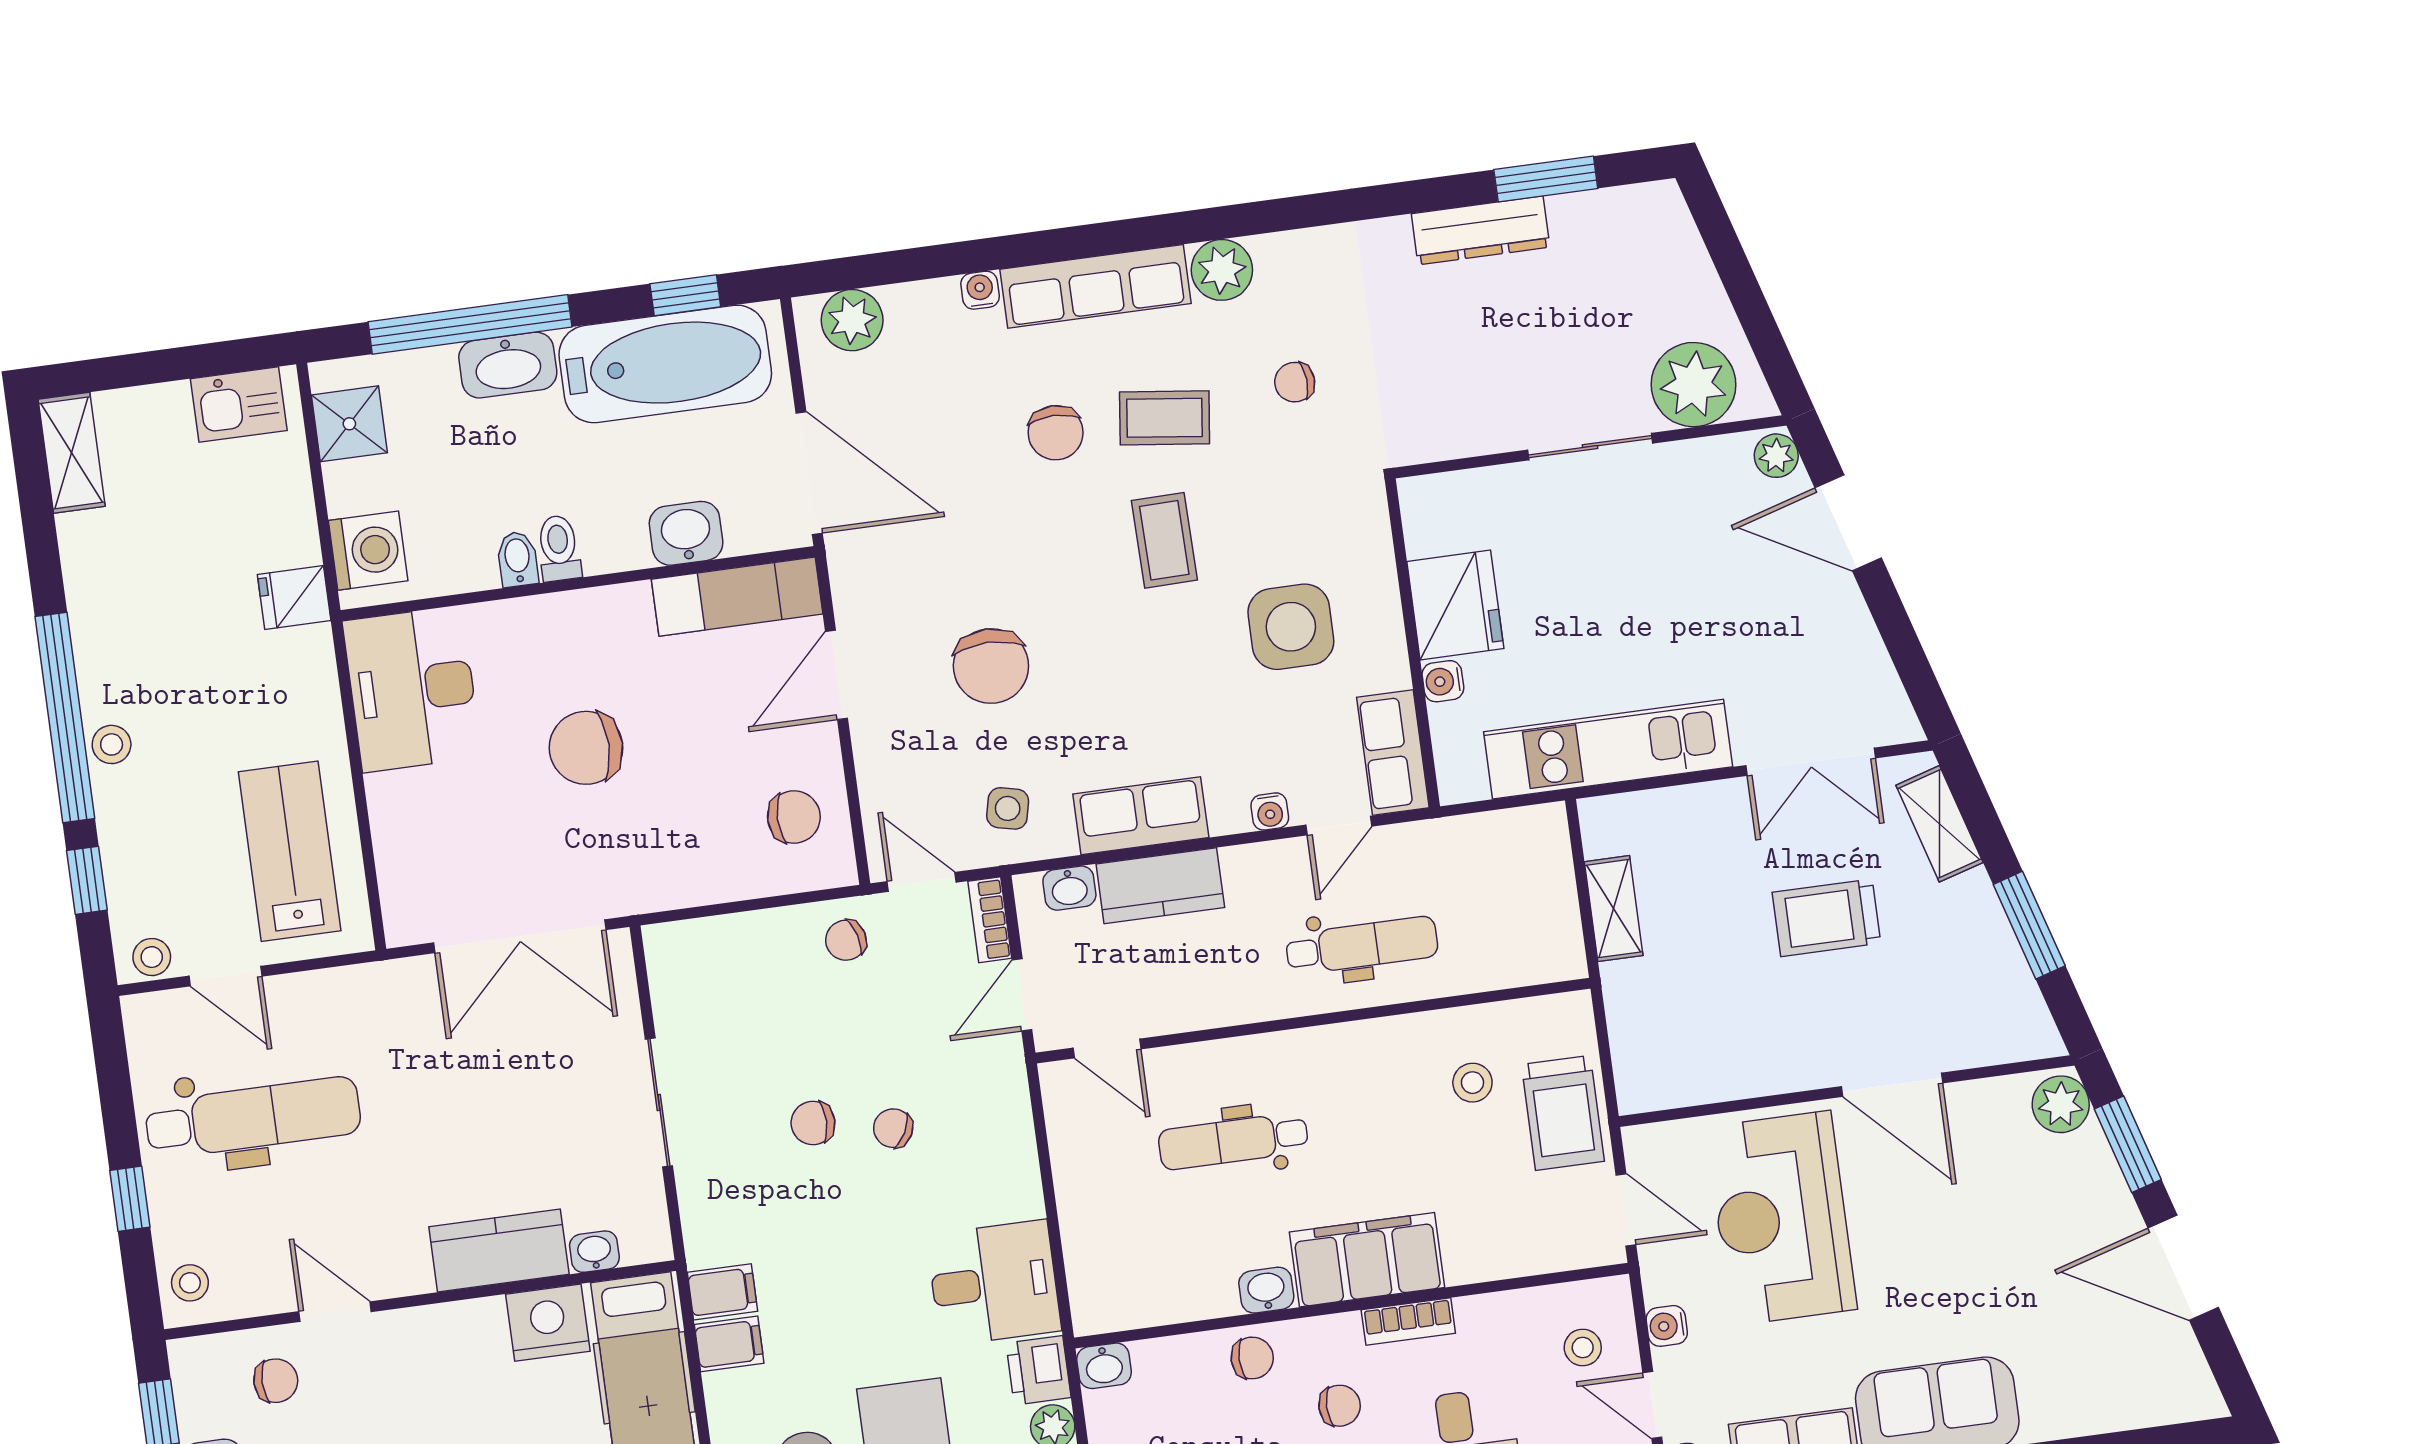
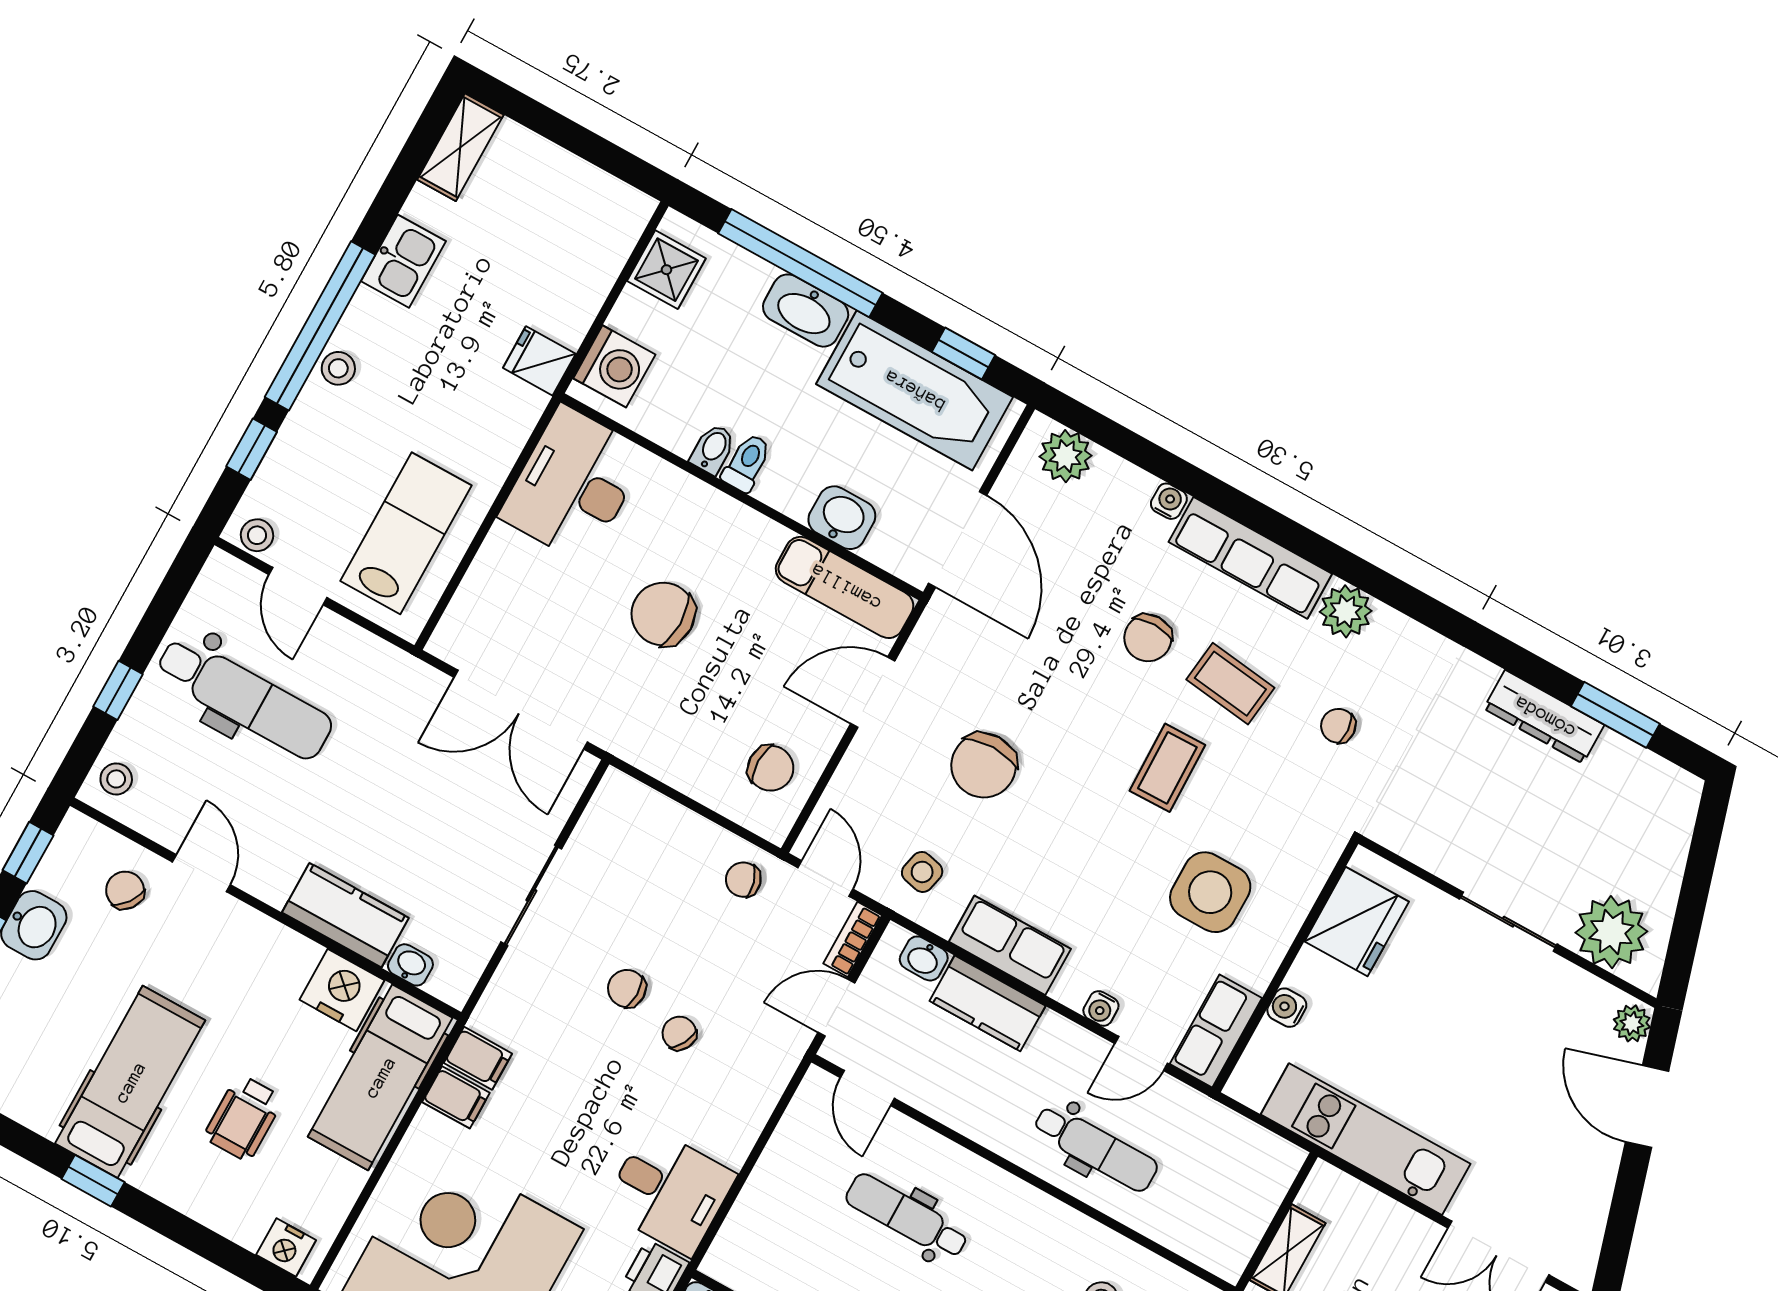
kitchen sink: (239, 405) -> (403, 261), moved, turned -90
fridge: (1455, 605) -> (1357, 922), moved
chair: (276, 1381) -> (125, 890), turned -144

